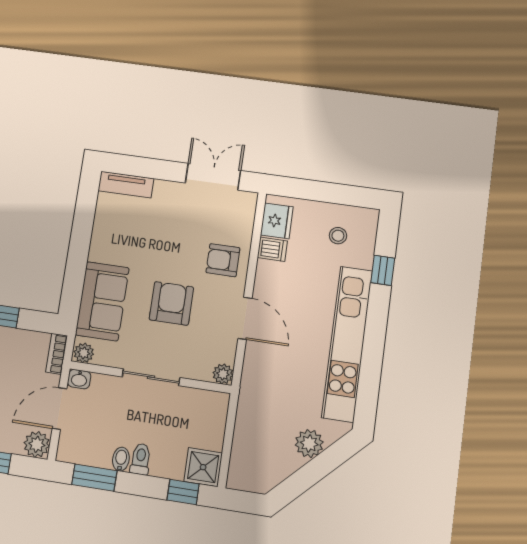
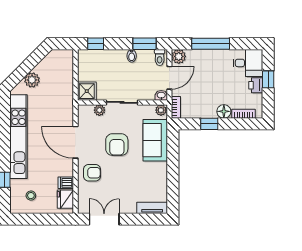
double door: (213, 177) -> (104, 219), swing flipped
door: (245, 318) -> (75, 142), width x1.36
plant: (223, 374) -> (99, 110), moved
toilet: (141, 459) -> (160, 57), moved
shower: (203, 467) -> (87, 91), moved

